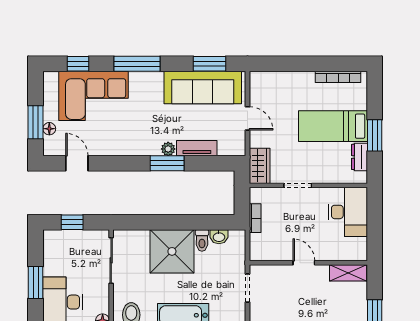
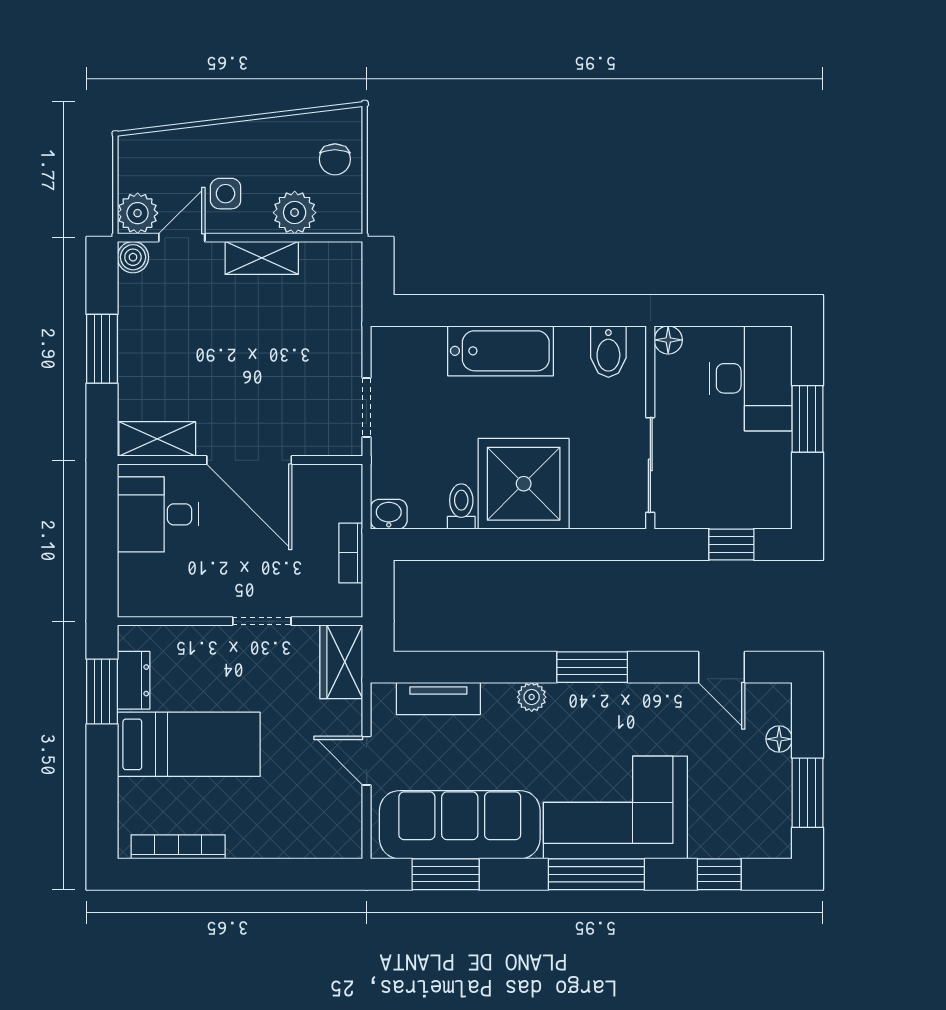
corner sofa: (93, 96) -> (615, 807), moved
window: (36, 122) -> (808, 793), moved
window: (375, 135) -> (102, 691), moved
tv unit: (197, 148) -> (438, 699), moved
window: (167, 163) -> (592, 667), moved
desk: (348, 212) -> (158, 514), moved, width x0.73
washbasin: (219, 237) -> (389, 514), moved
door: (304, 263) -> (249, 460), width x1.87

